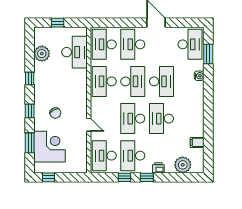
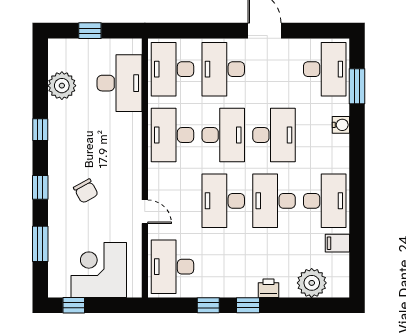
corner desk: (50, 147) -> (99, 270), moved, turned -90
desk: (133, 156) -> (325, 201), moved, turned 180

